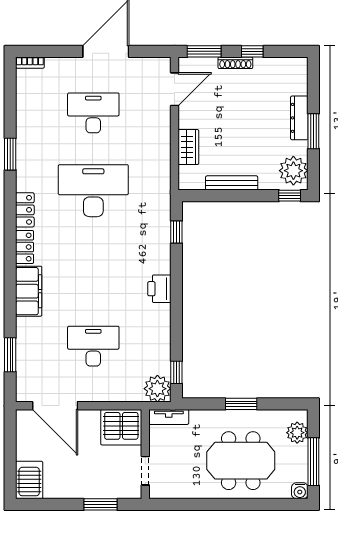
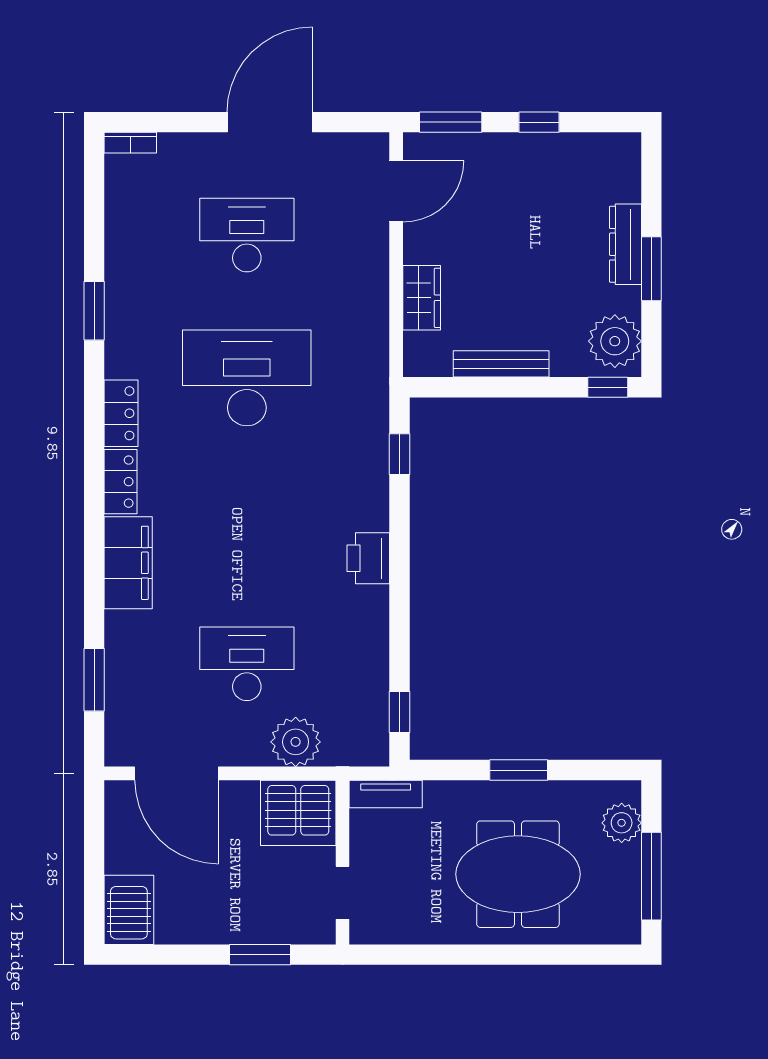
shoe rack: (235, 63) -> (508, 143), removed
plant: (157, 389) -> (296, 742), moved
water cooler: (300, 491) -> (626, 930), removed

